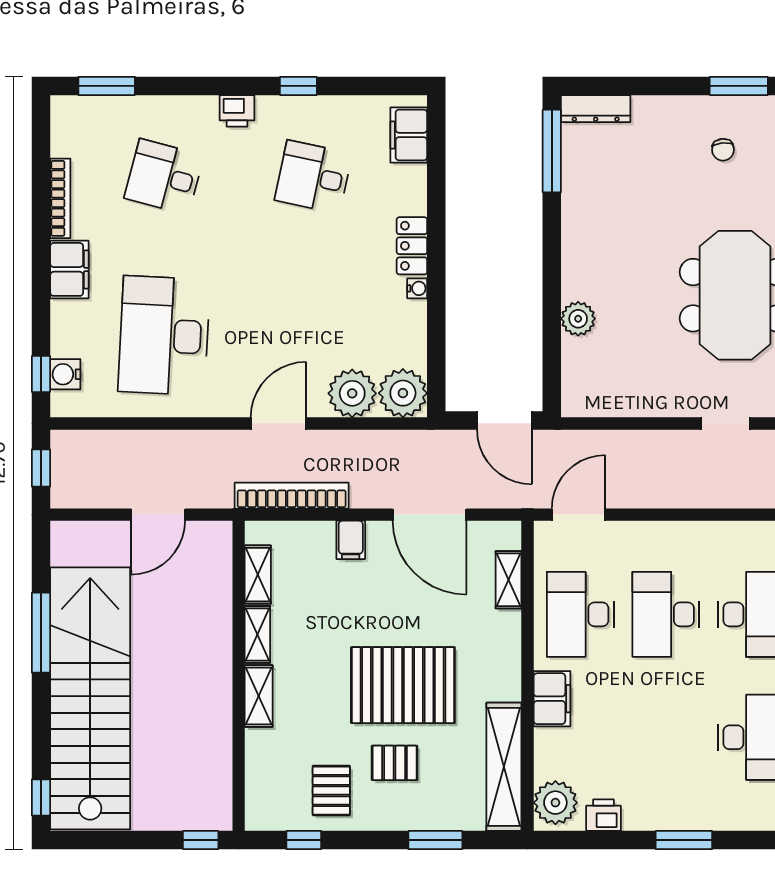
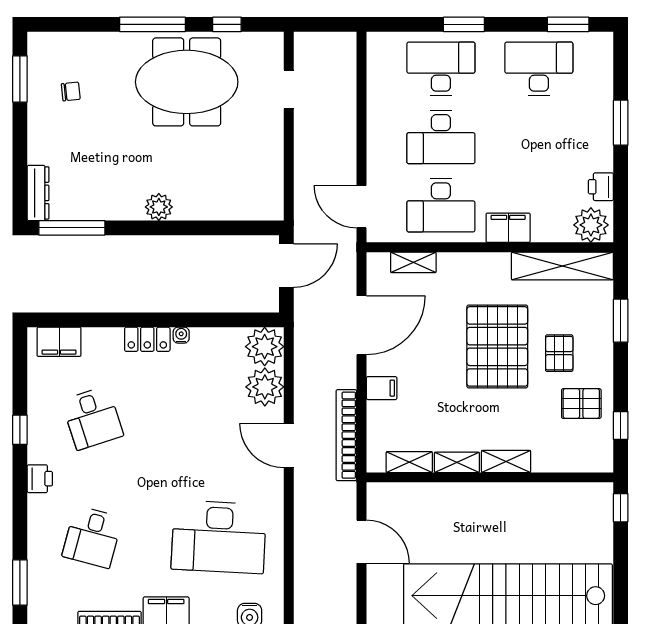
desk: (313, 177) -> (92, 418), turned -30
plant: (578, 319) -> (159, 207), moved

